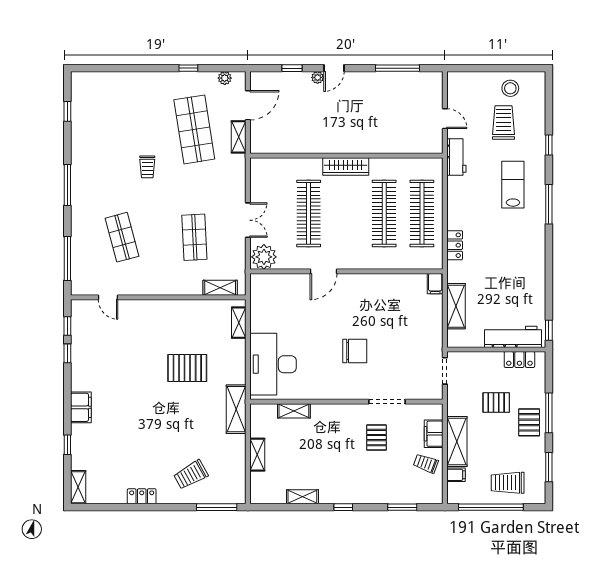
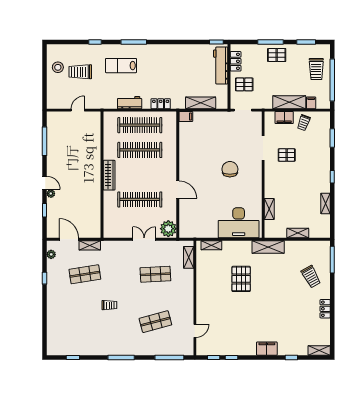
shop shelf: (194, 129) -> (85, 274), width x0.70, depth x0.74
workbench: (456, 157) -> (130, 103), moved
pallet: (496, 403) -> (244, 84), moved, turned 90

